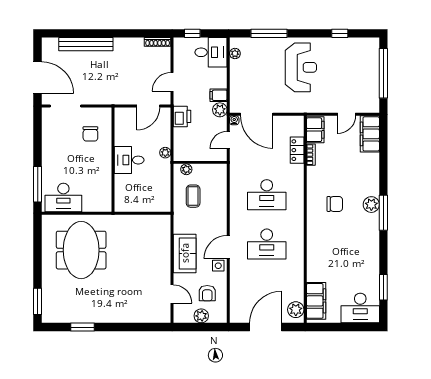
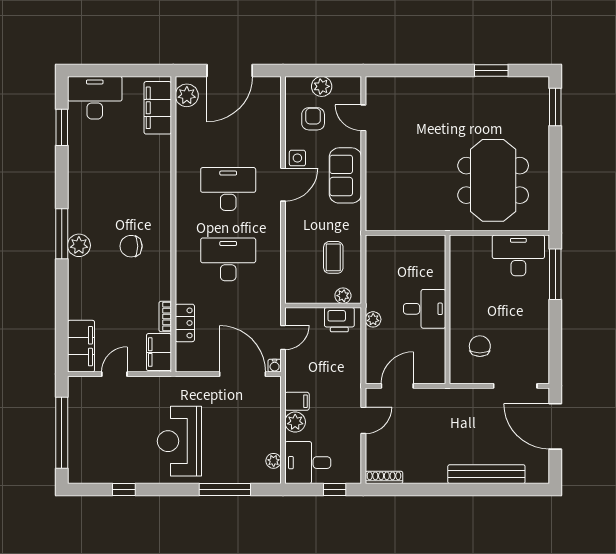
plant: (220, 110) -> (295, 422), moved
printer: (182, 116) -> (339, 320), moved, turned -90

